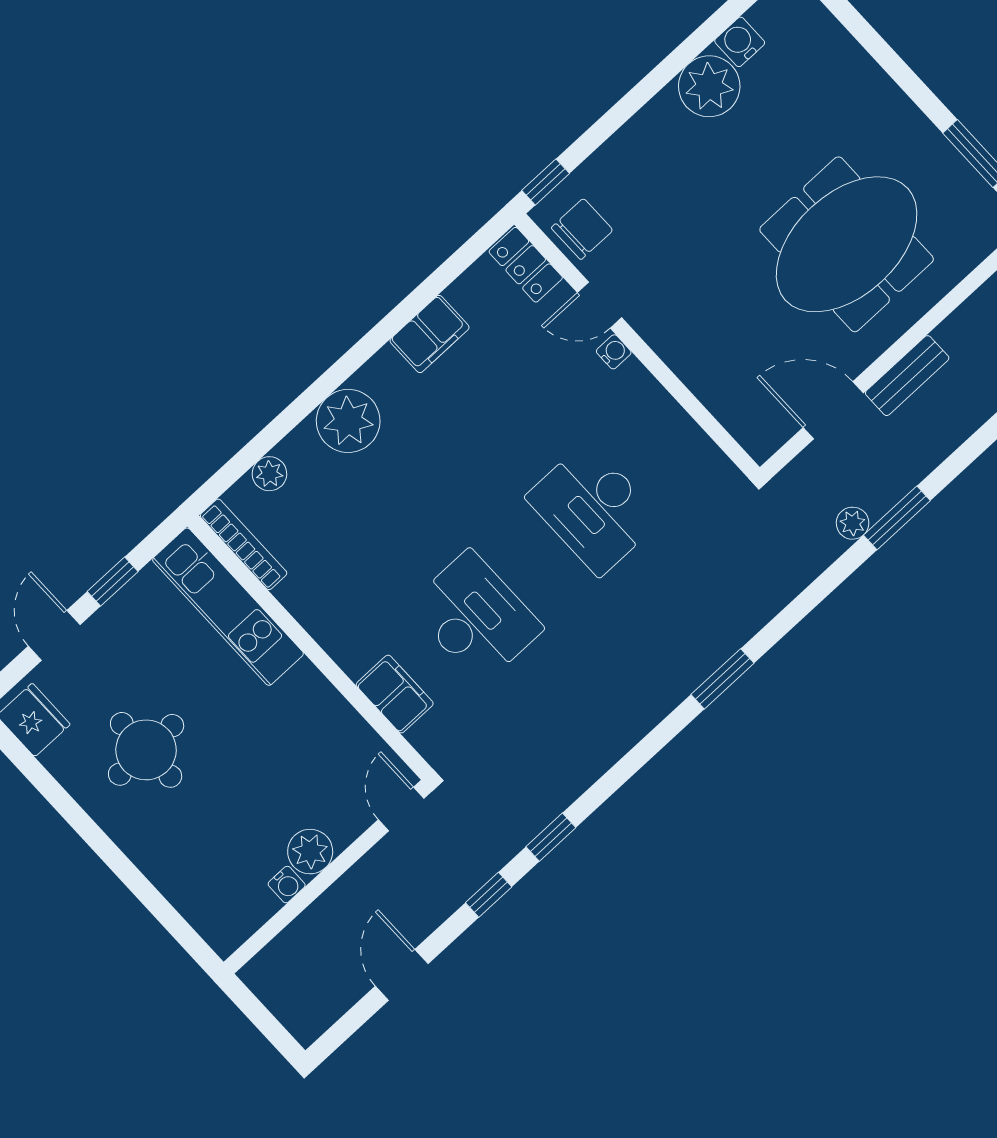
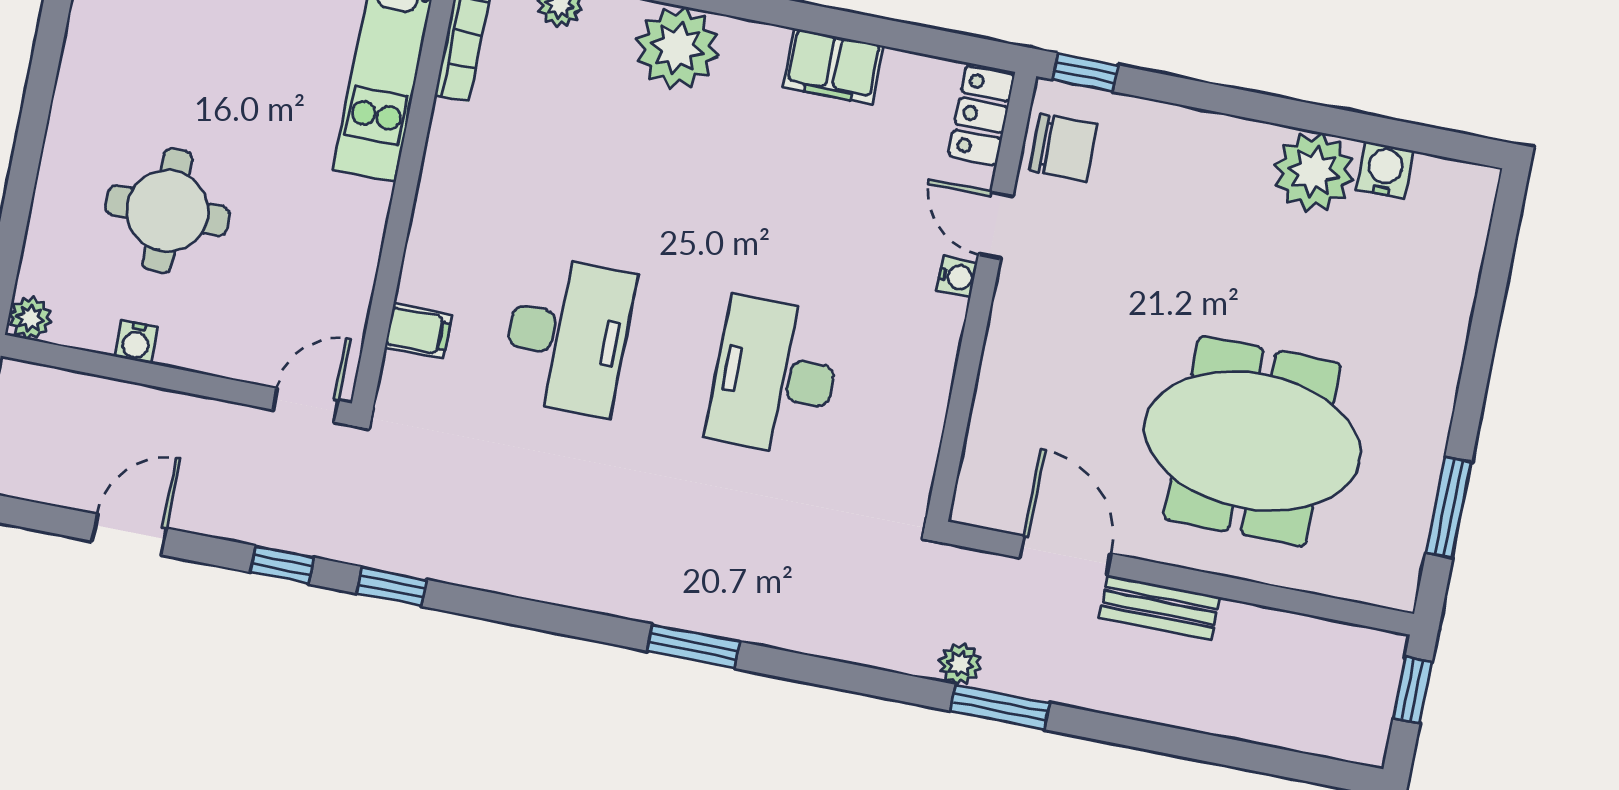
filing cabinet: (395, 694) -> (418, 331), width x0.50
round table: (146, 750) -> (167, 211), moved
plant: (310, 852) -> (30, 318), moved, width x0.73, depth x0.73

